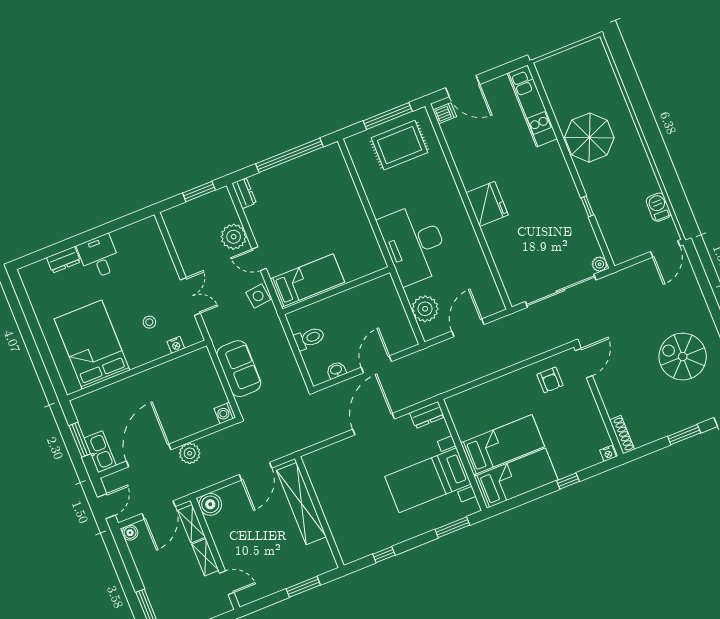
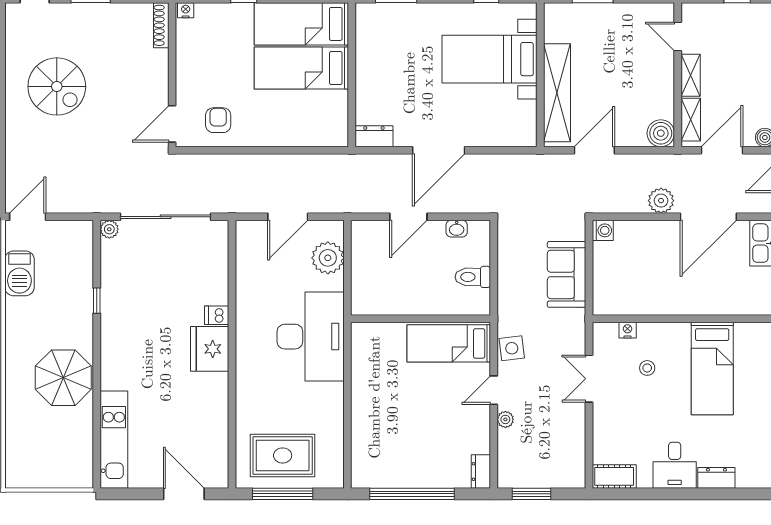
dishwasher: (445, 113) -> (217, 315), moved
barbecue: (658, 207) -> (19, 273), width x1.38, depth x1.27
cot: (141, 230) -> (614, 476), added
plant: (234, 237) -> (505, 419), width x0.53, depth x0.53
door: (259, 259) -> (494, 390), swing flipped
bed: (92, 345) -> (712, 368), width x0.67
bed with nightstands: (428, 480) -> (490, 59), moved, turned 180

